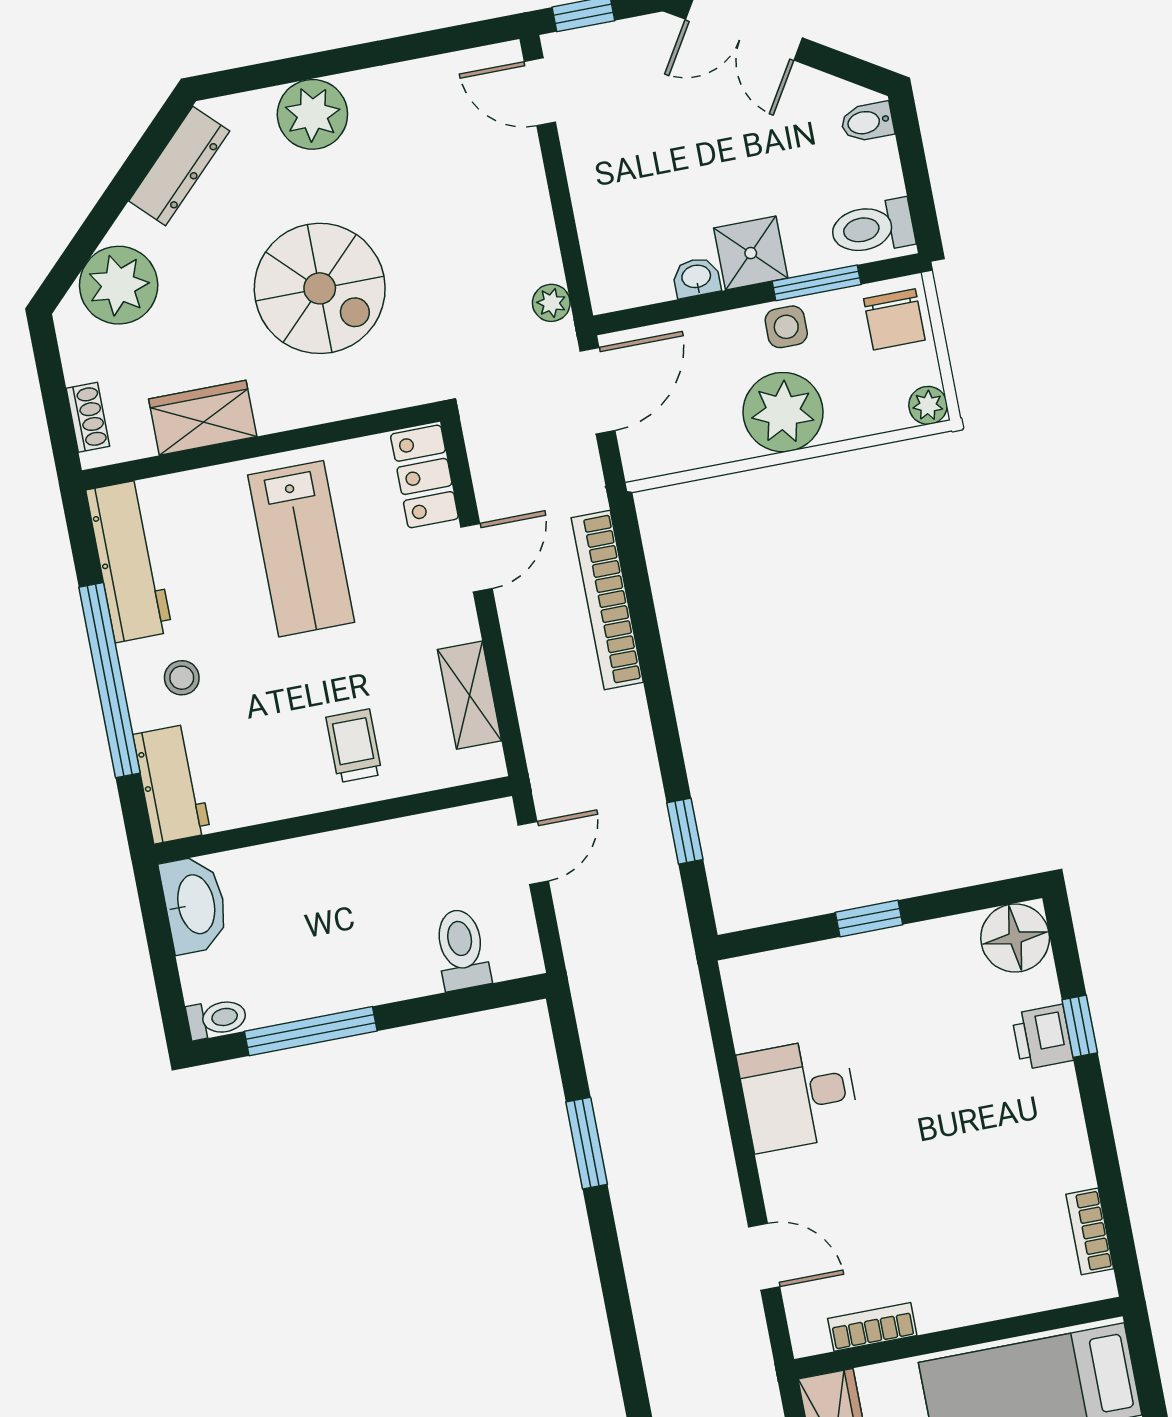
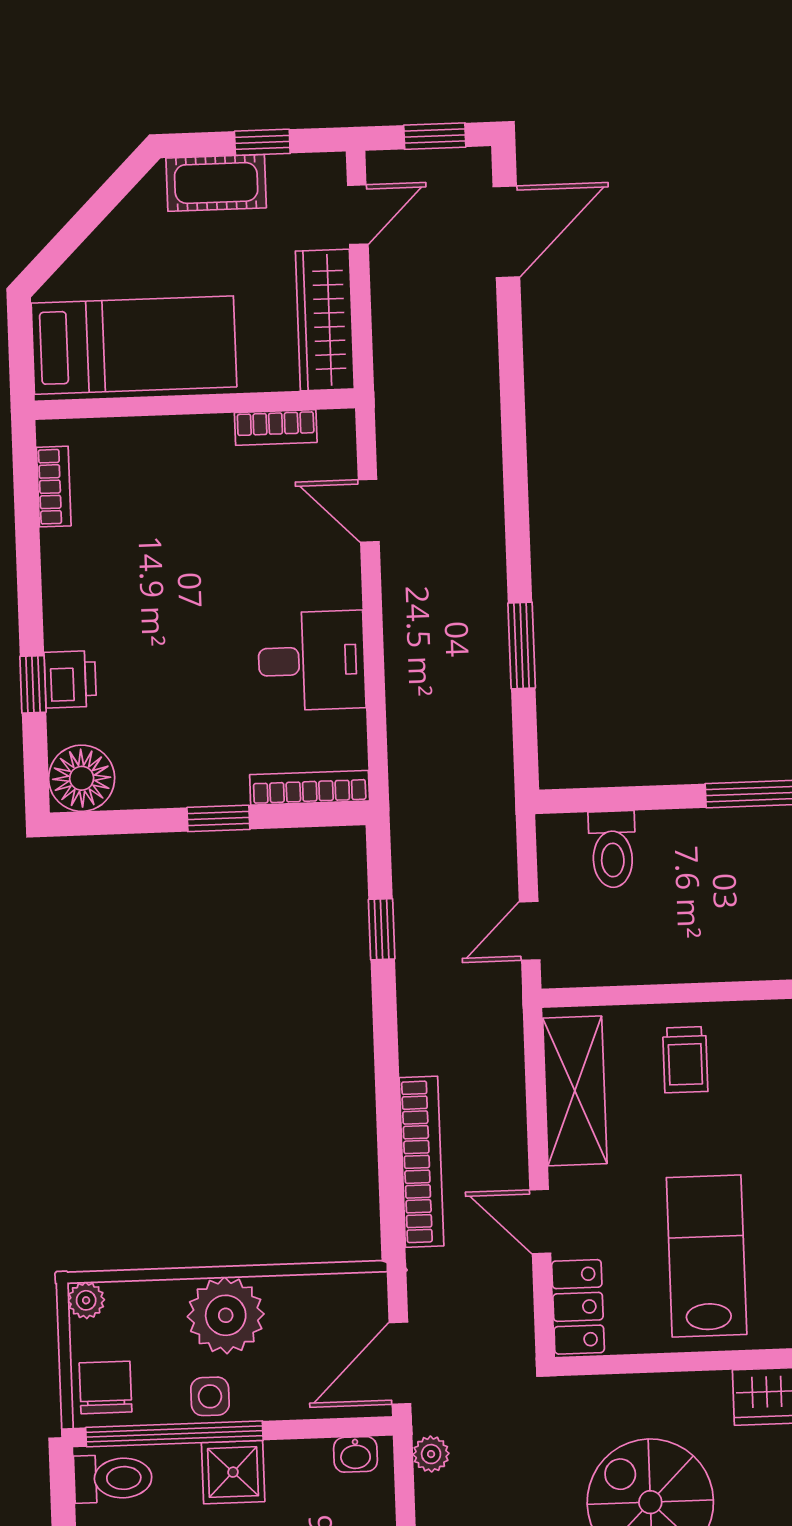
washbasin: (696, 277) -> (355, 1454), moved
window: (817, 283) -> (174, 1434), width x2.11
door: (476, 558) -> (540, 1221), hinge flipped
shelving: (469, 695) -> (575, 1091), width x1.50, depth x1.33
bookcase: (781, 964) -> (310, 788), added

